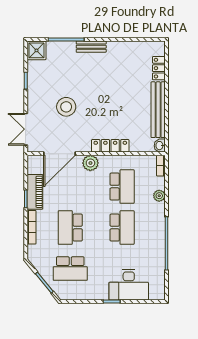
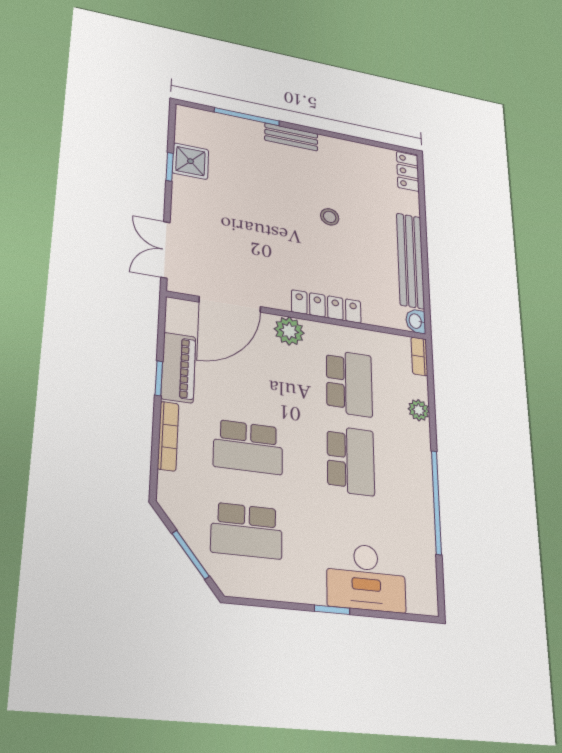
shower: (36, 50) -> (190, 161), moved
locker: (159, 68) -> (408, 171), moved
stool: (66, 107) -> (330, 217), moved, width x0.53, depth x0.53
school desk: (70, 228) -> (248, 447), turned -90

